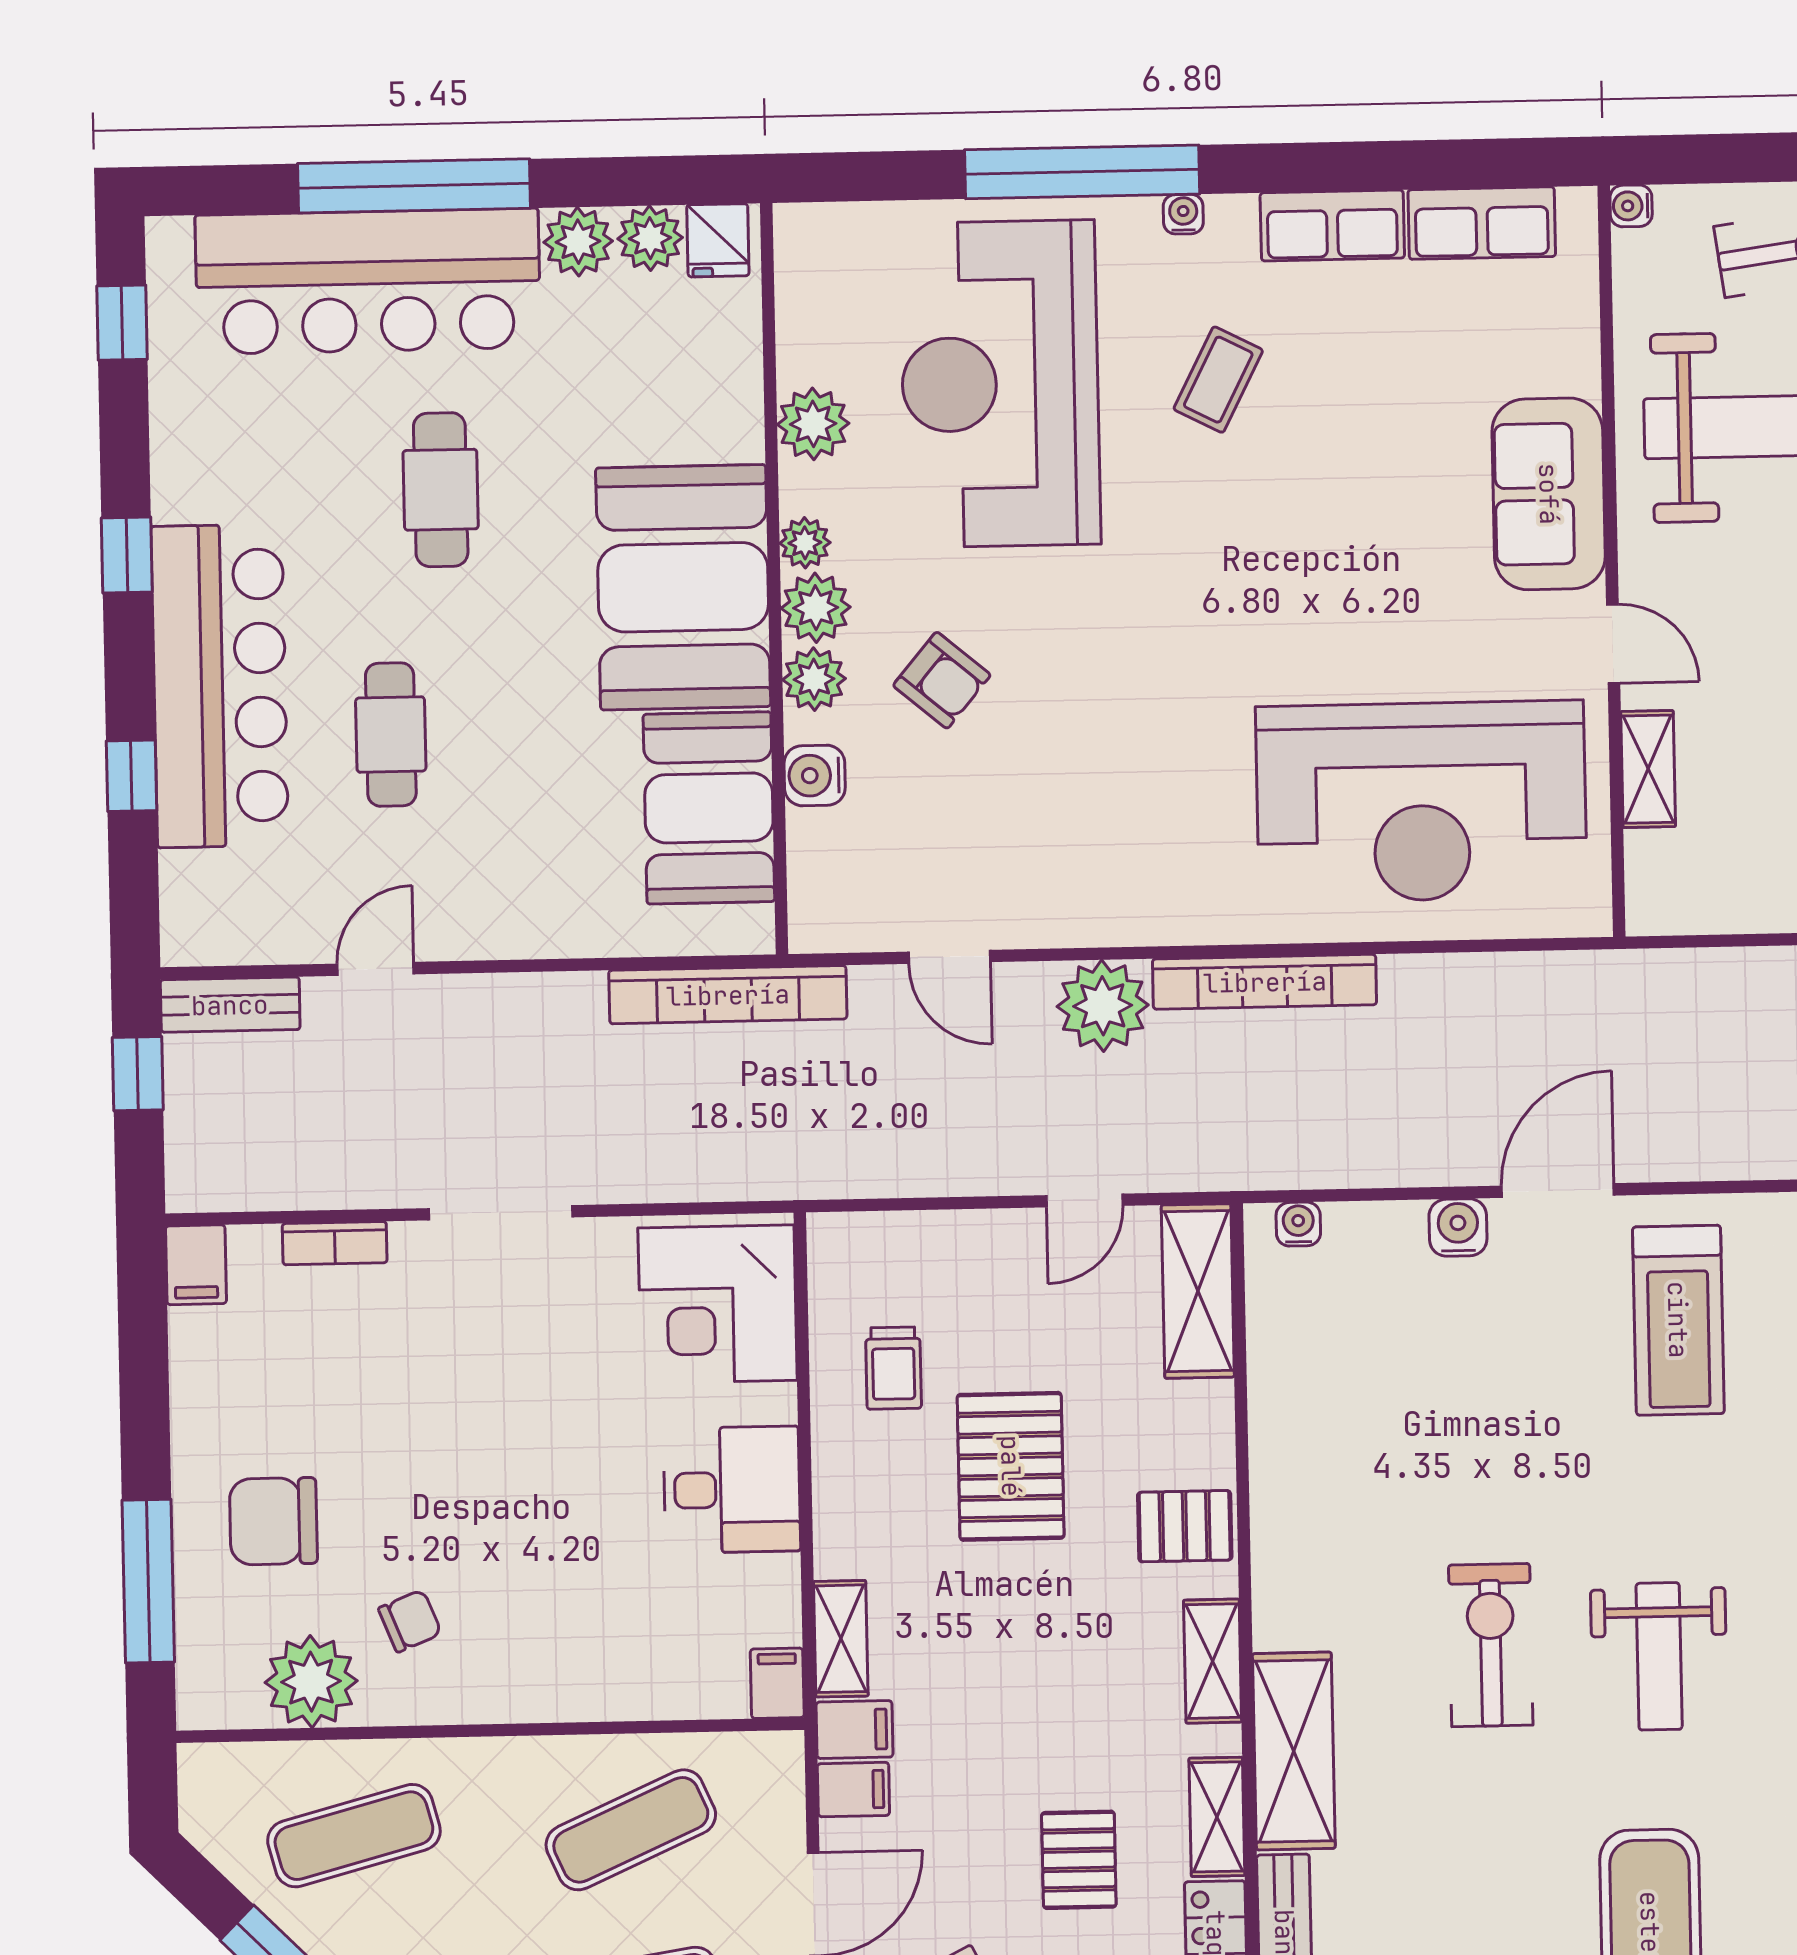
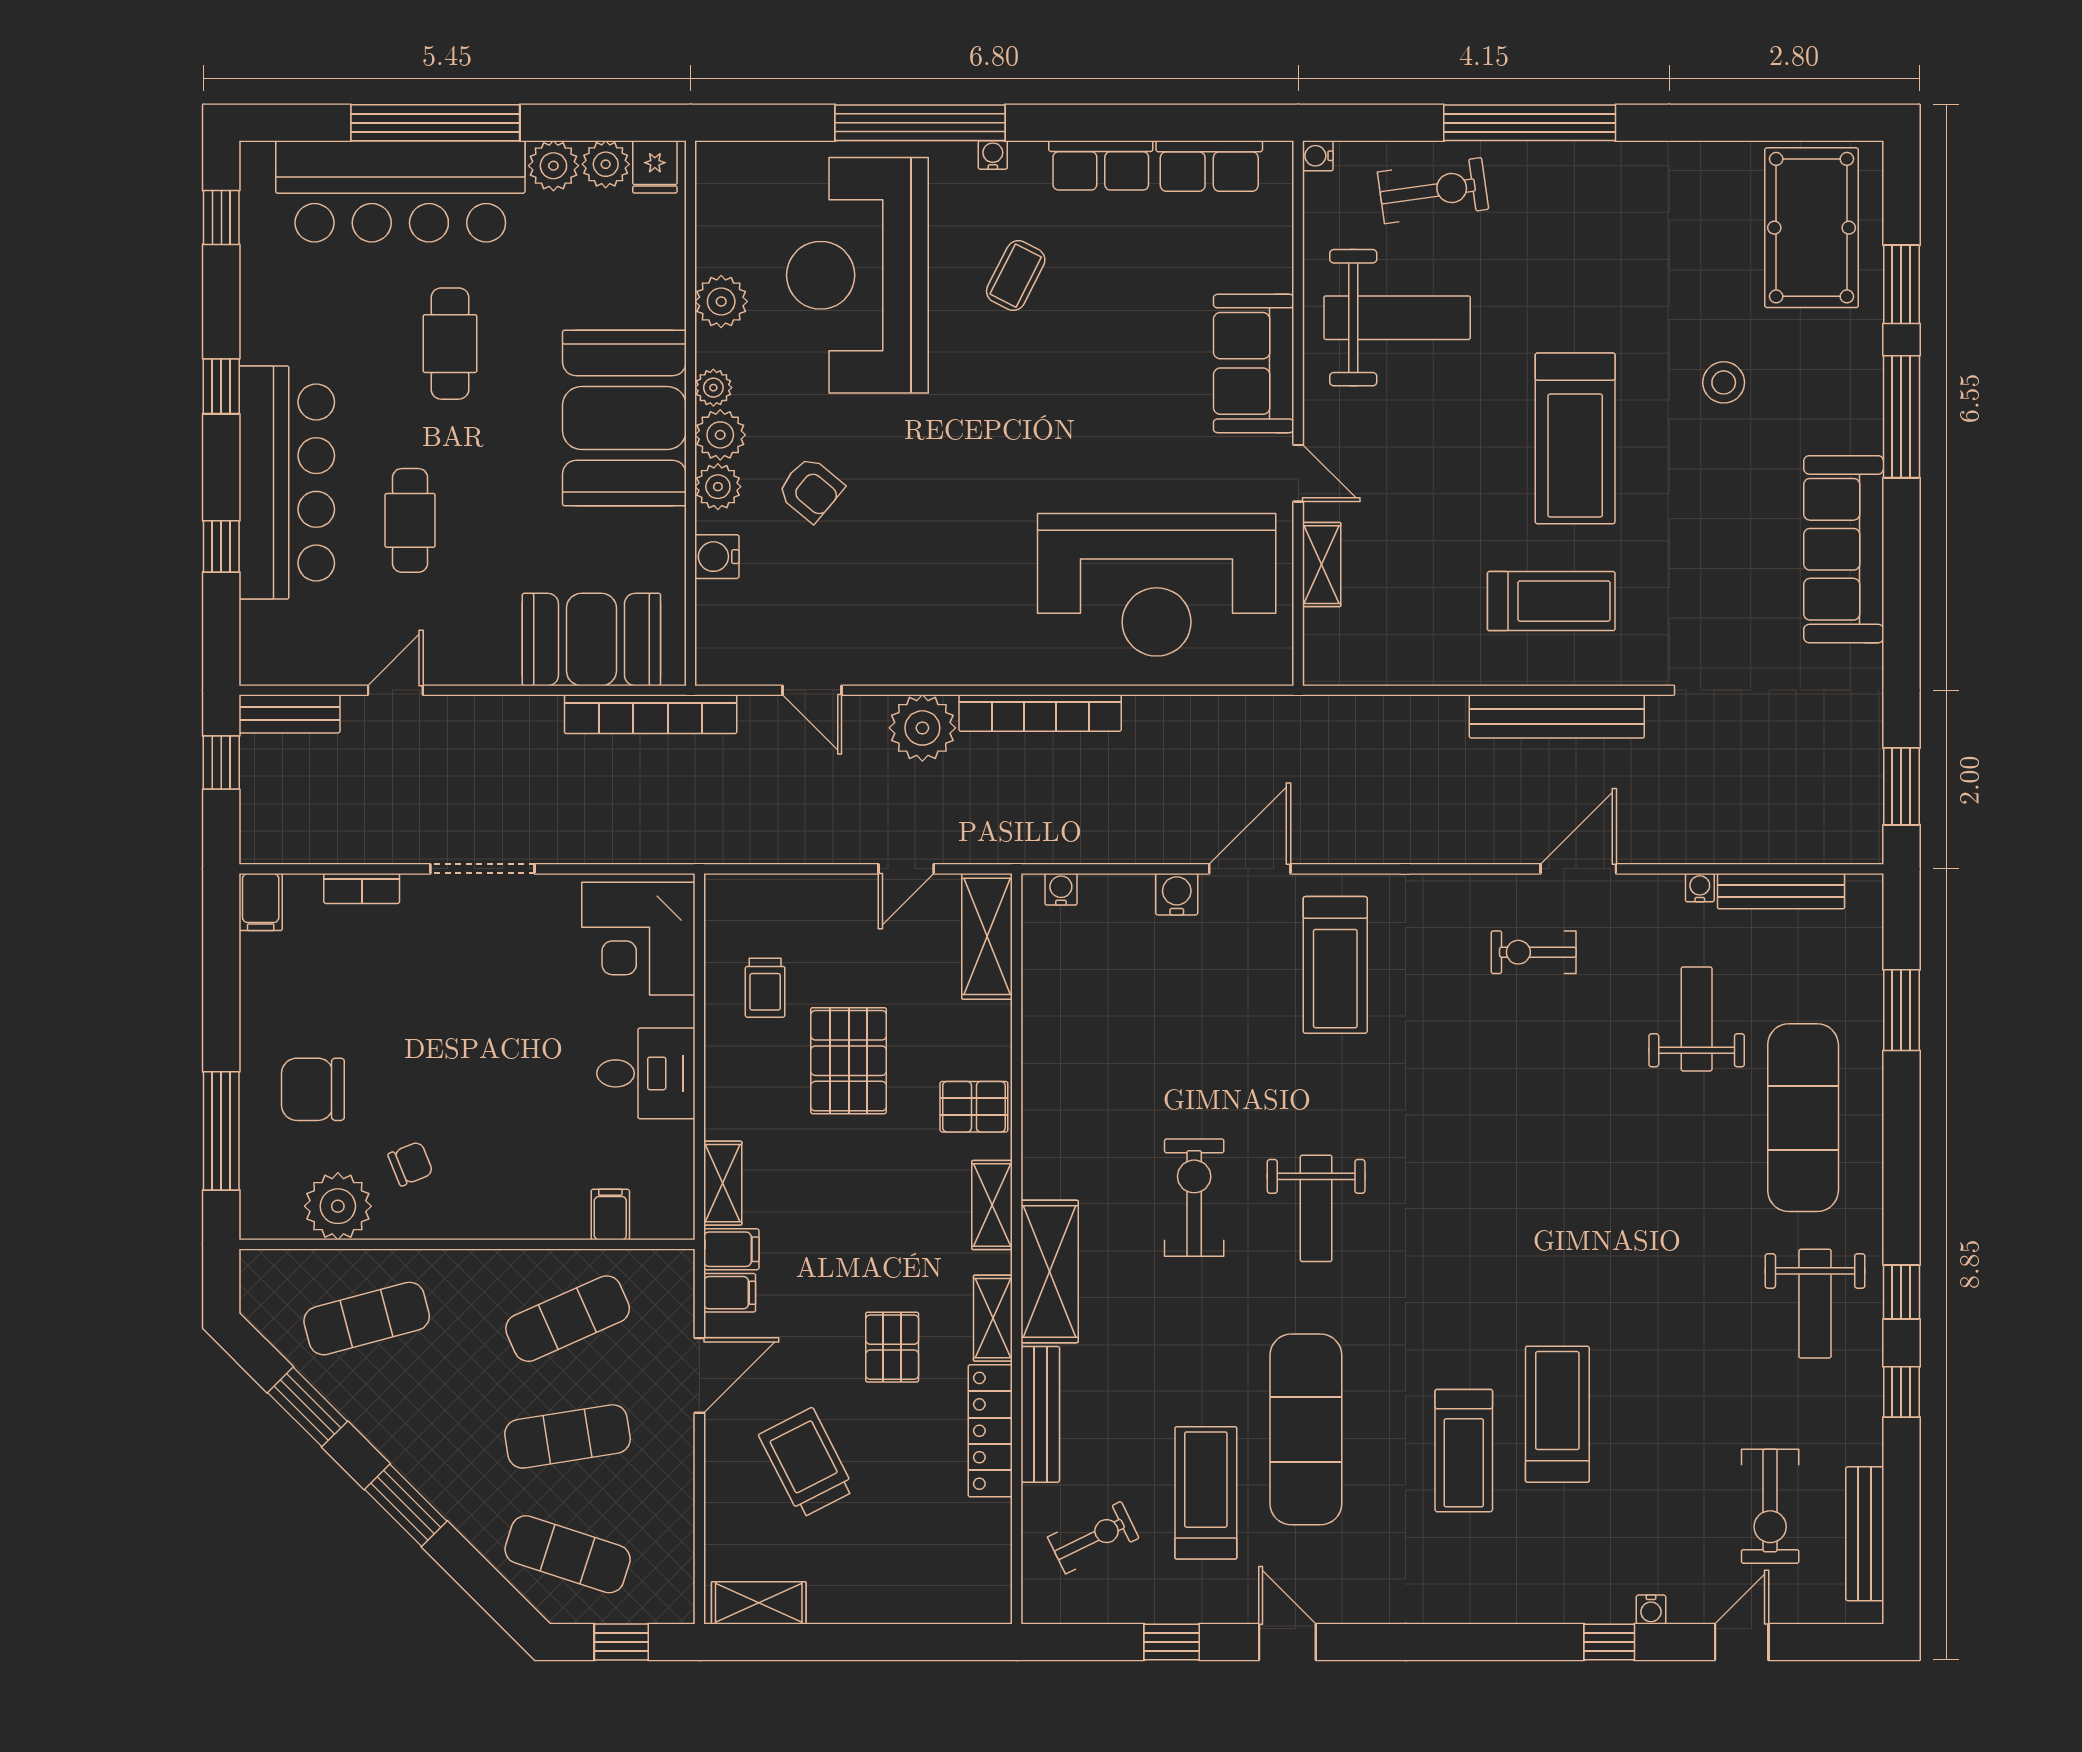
booth: (709, 808) -> (591, 639), moved, turned 90
filing cabinet: (777, 1683) -> (610, 1215), moved

